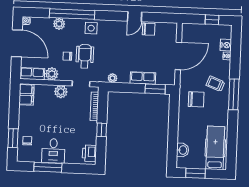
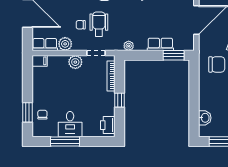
filing cabinet: (26, 94) -> (40, 61), width x0.50

